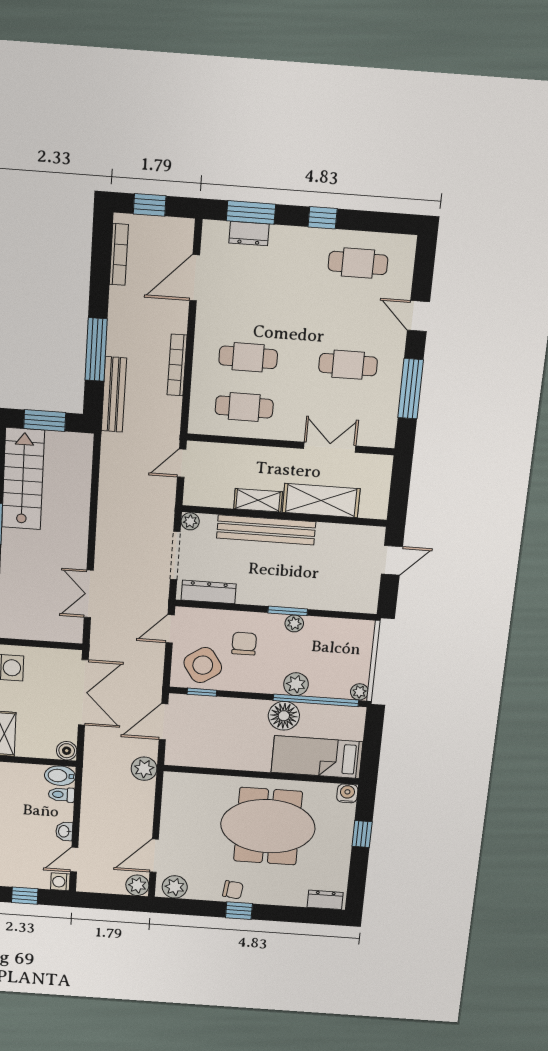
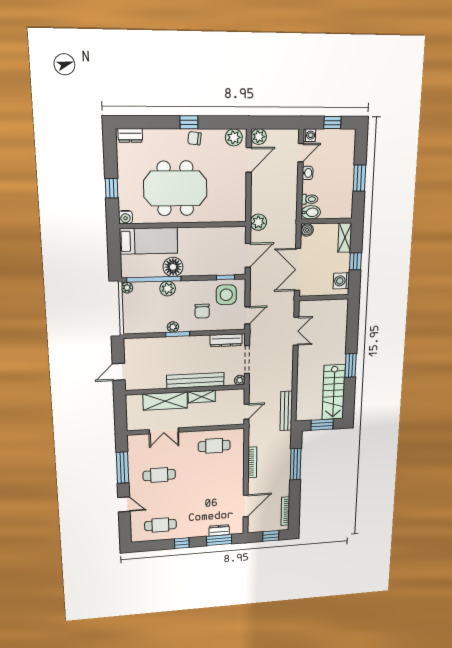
cafe table: (248, 357) -> (214, 471), removed
bench: (114, 394) -> (286, 411), moved
side table: (203, 665) -> (226, 295), turned 34

